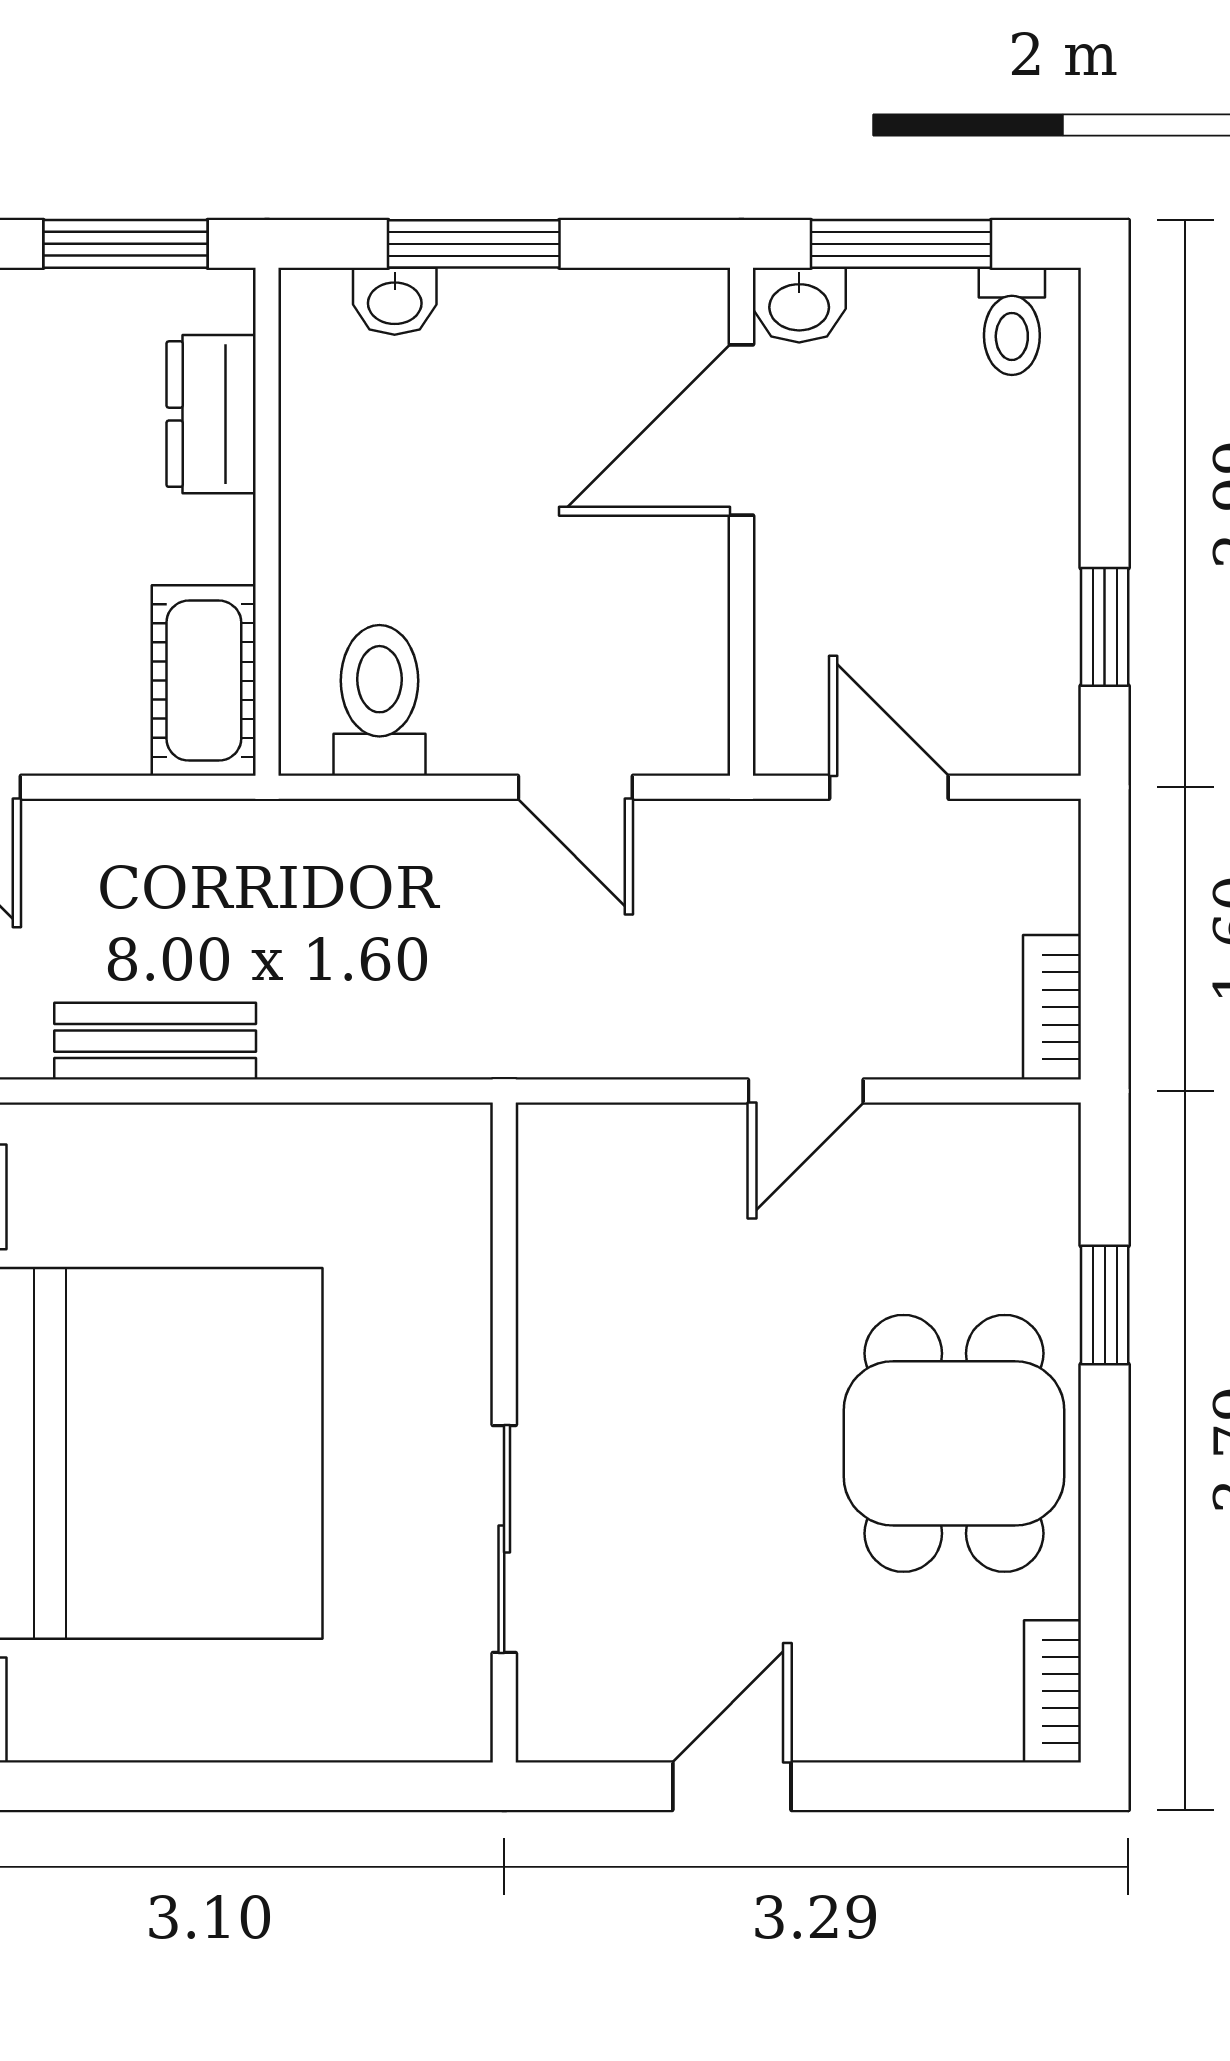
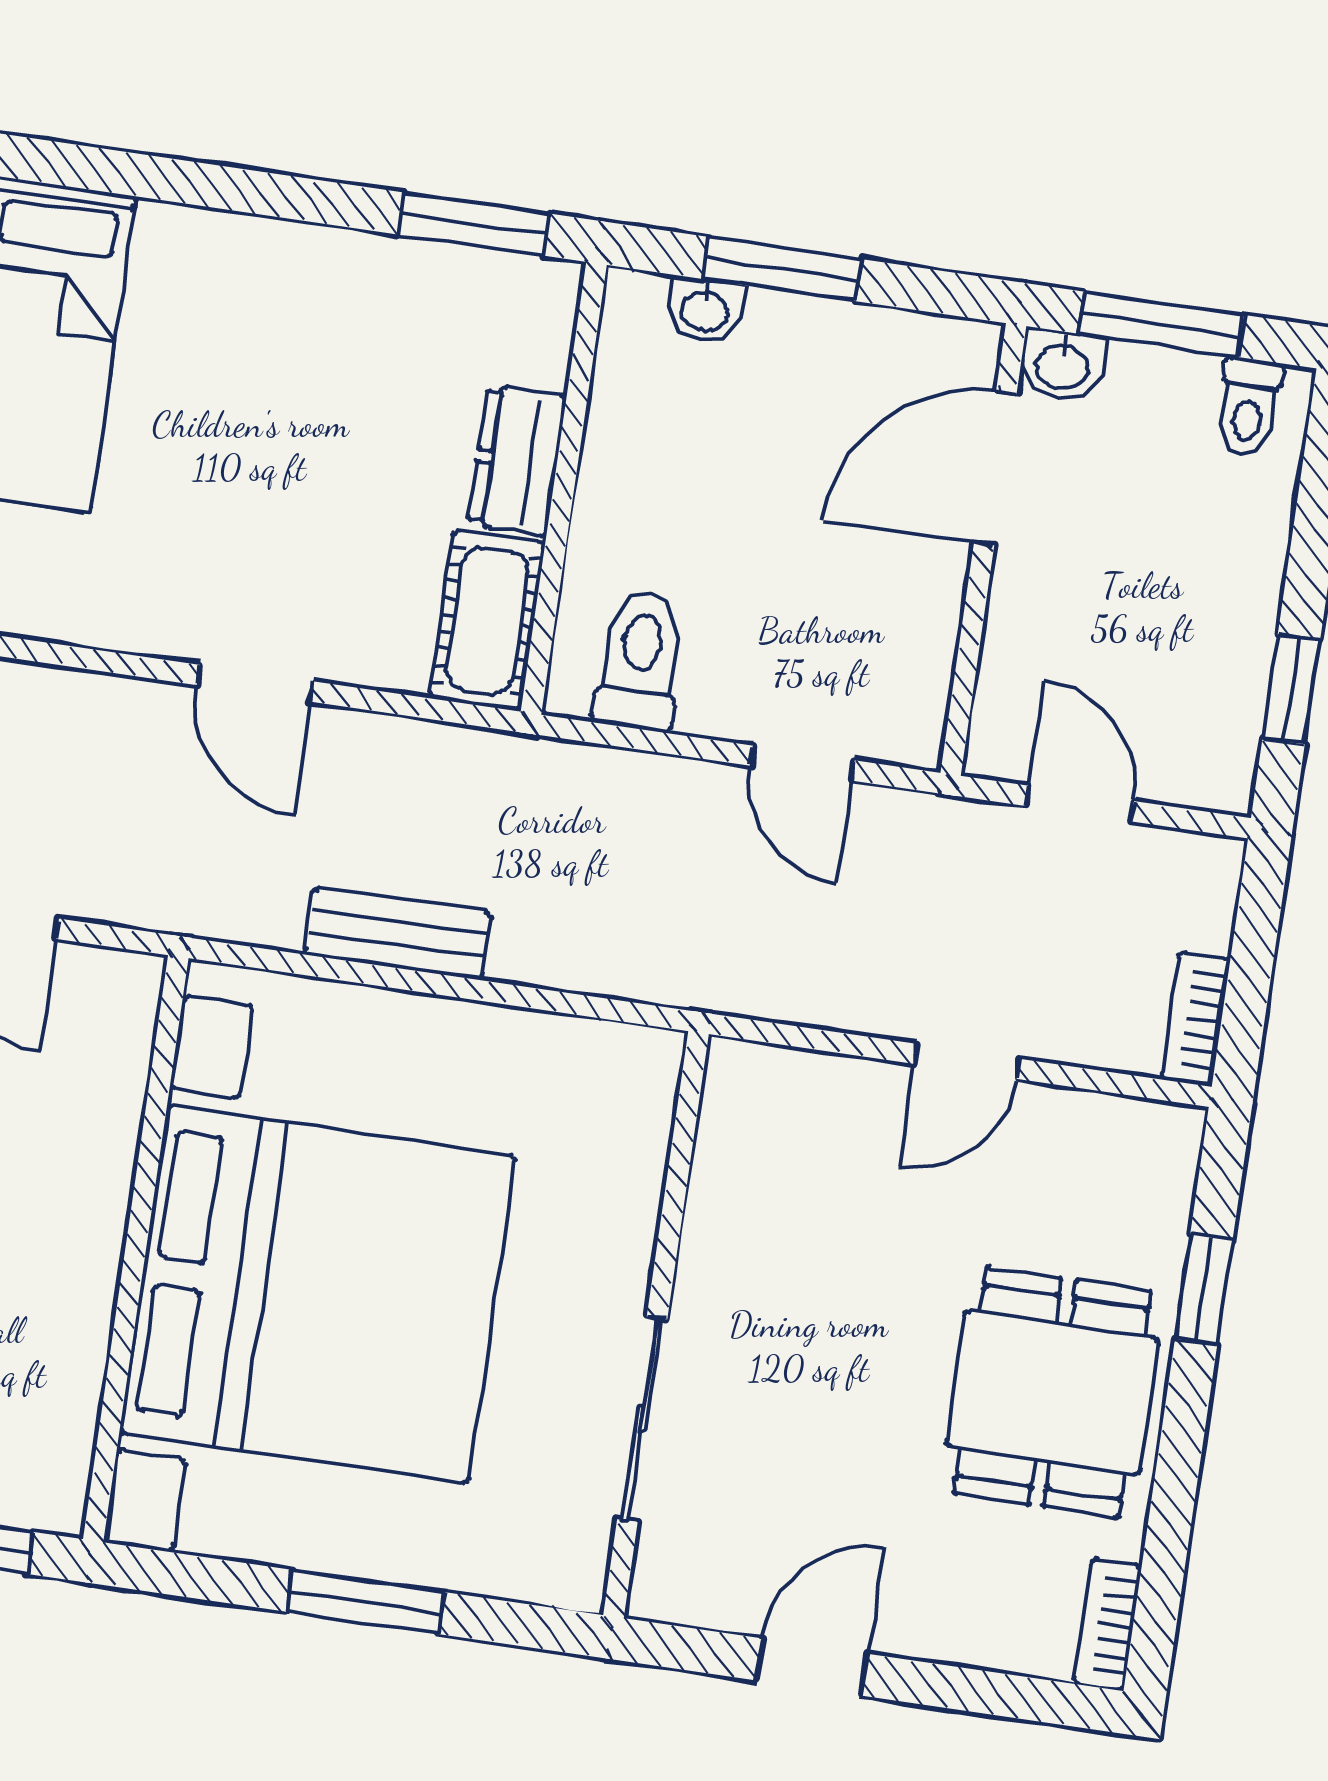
dresser: (211, 414) -> (517, 460), moved
window: (227, 1786) -> (365, 1602), added

